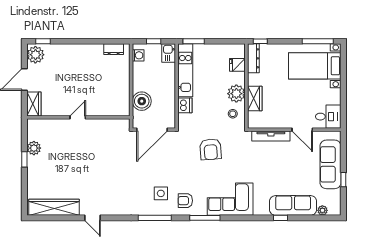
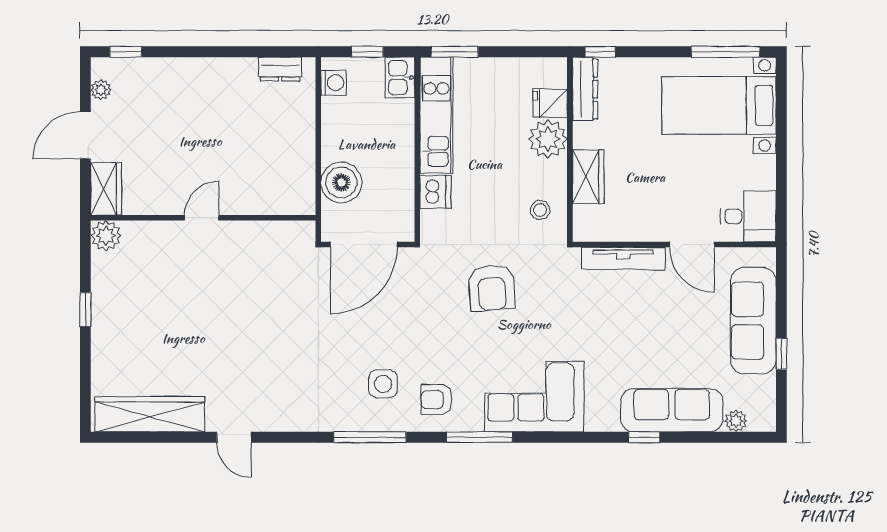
plant: (35, 55) -> (101, 90), width x0.53, depth x0.53
plant: (236, 94) -> (548, 139), moved
plant: (34, 148) -> (106, 236), moved

